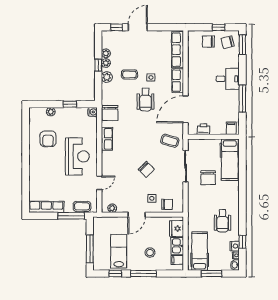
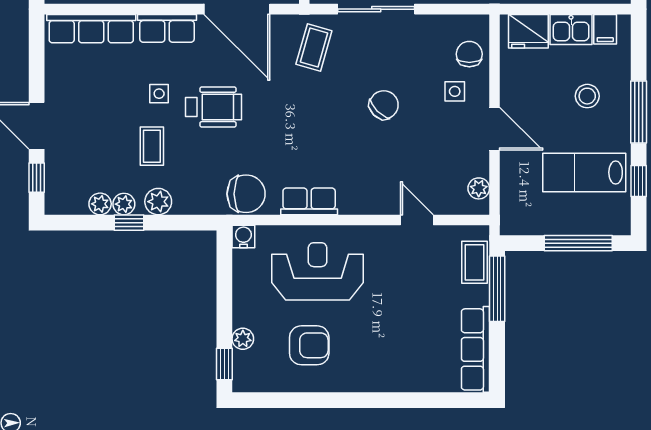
window: (70, 104) -> (224, 364), moved
reception desk: (77, 156) -> (318, 271), moved

